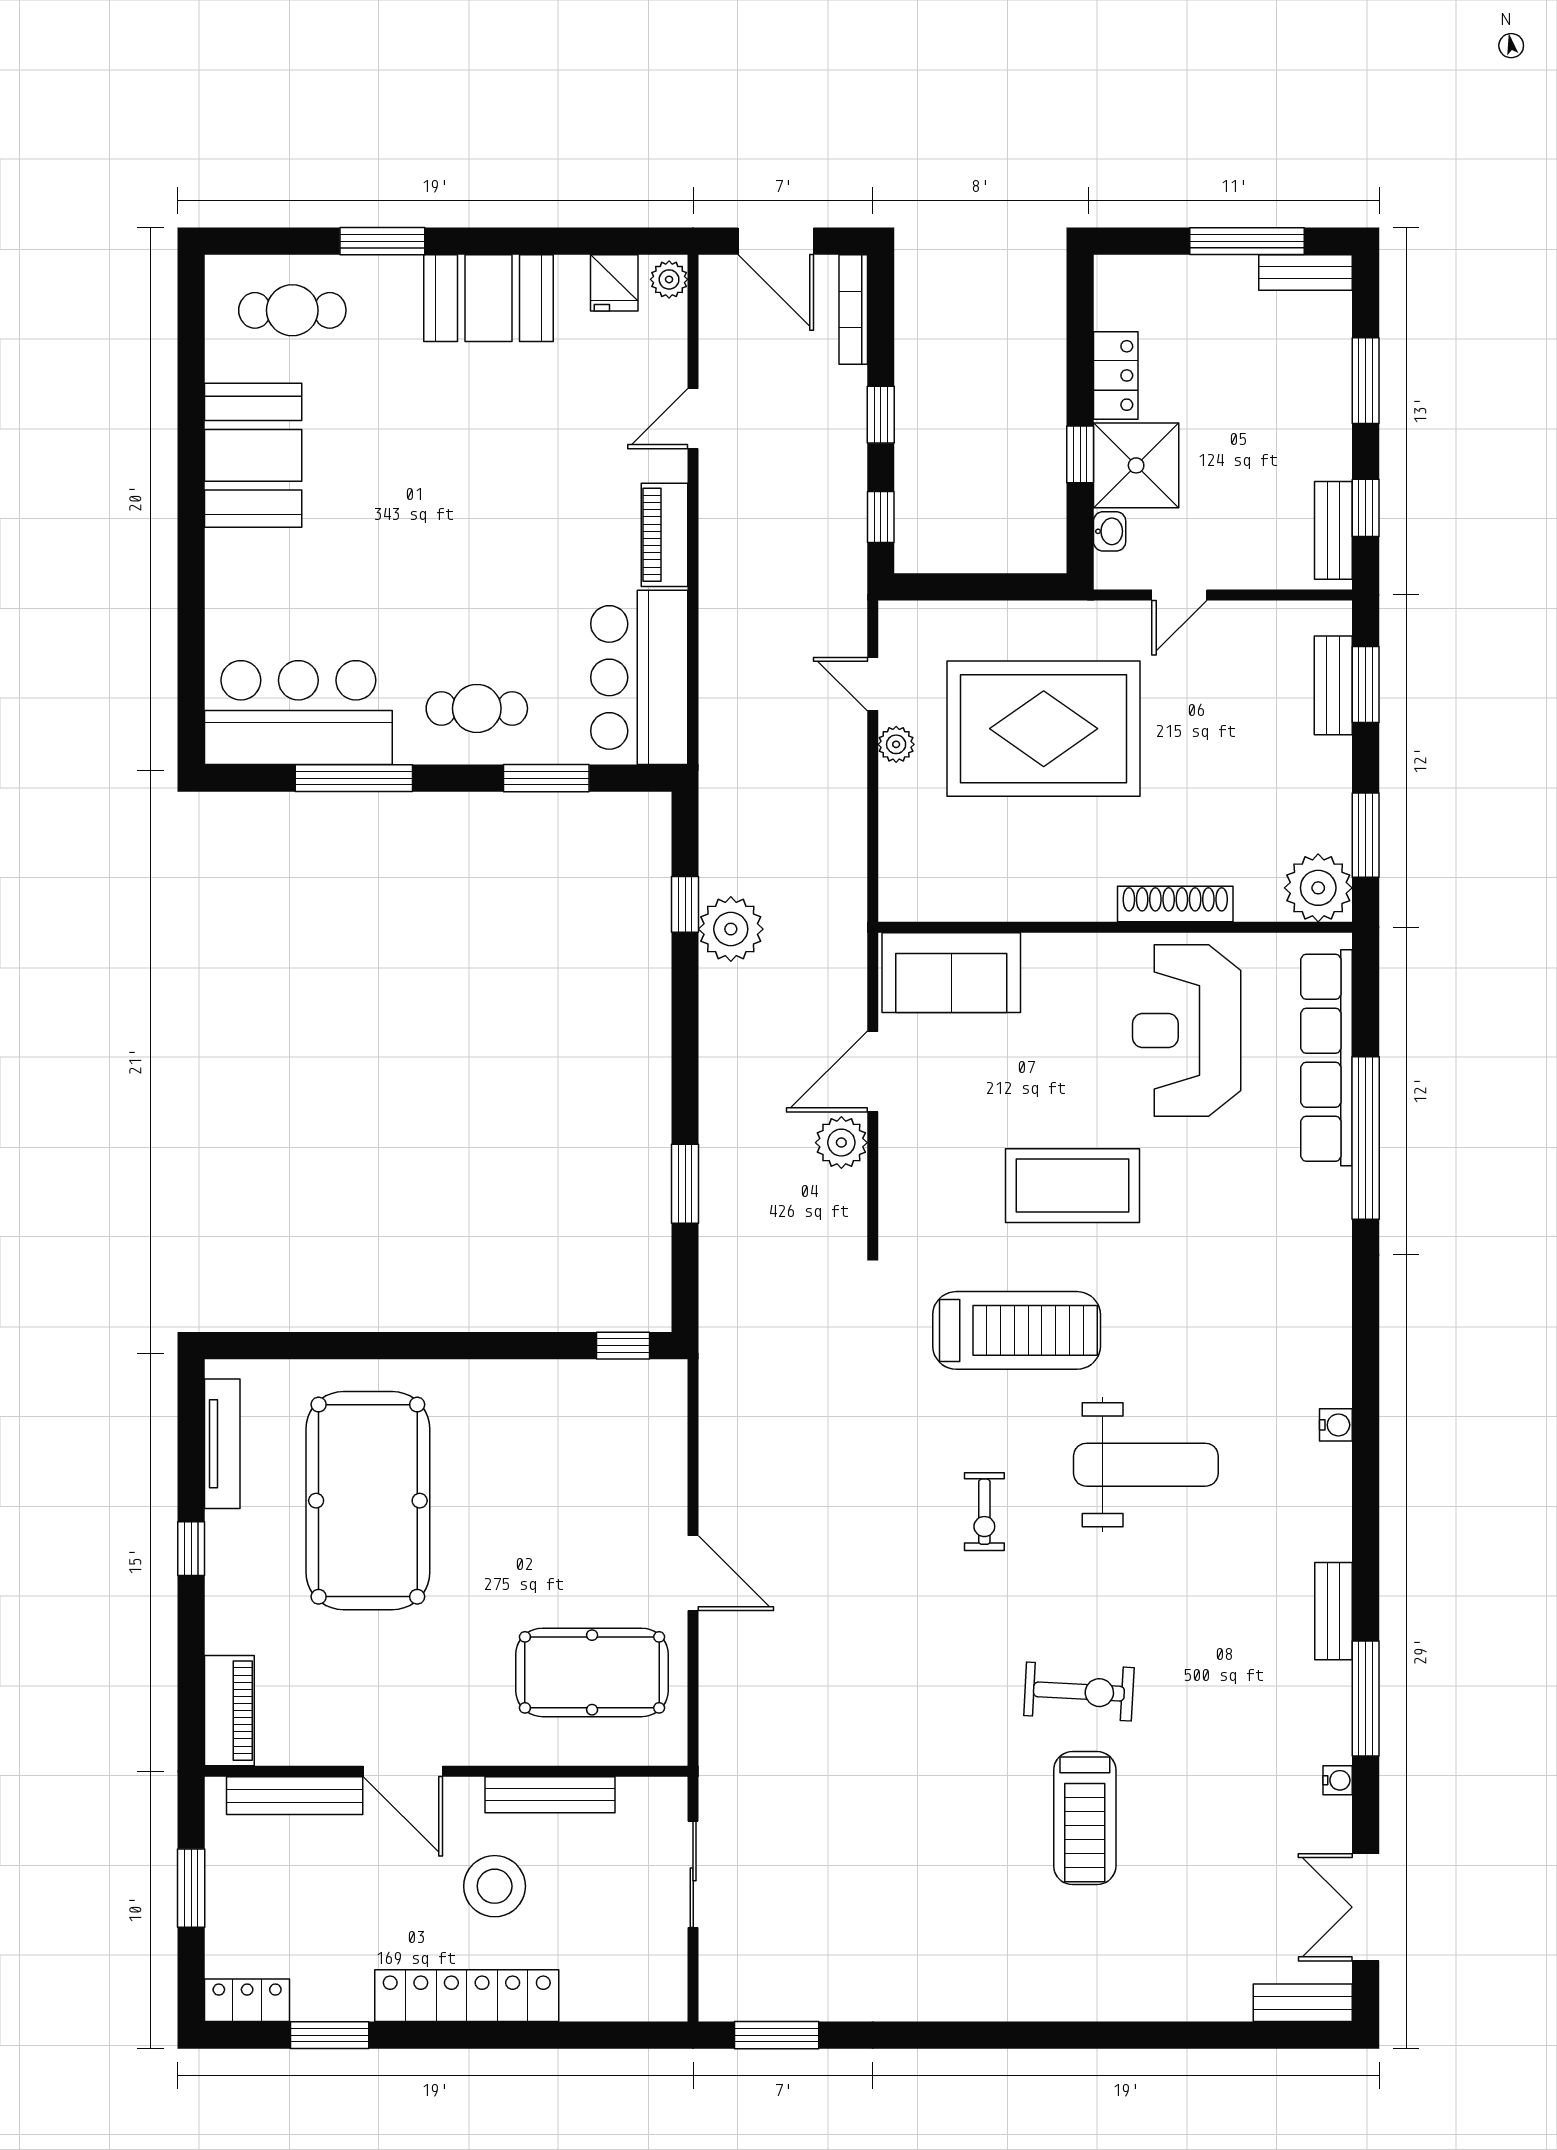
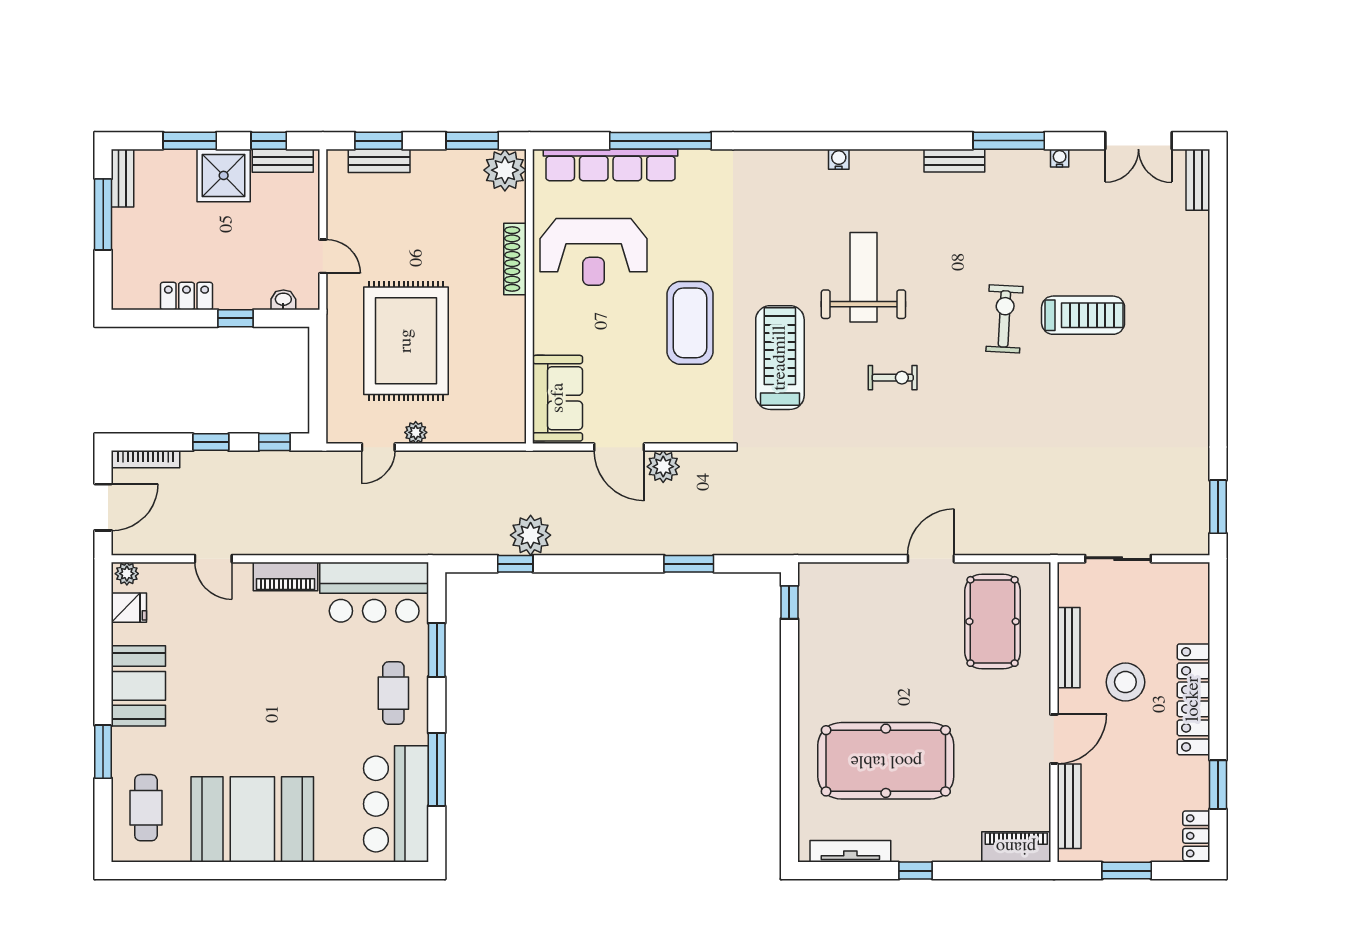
booth: (253, 455) -> (252, 819), width x1.36, depth x1.42
shower: (1136, 465) -> (224, 175), moved

